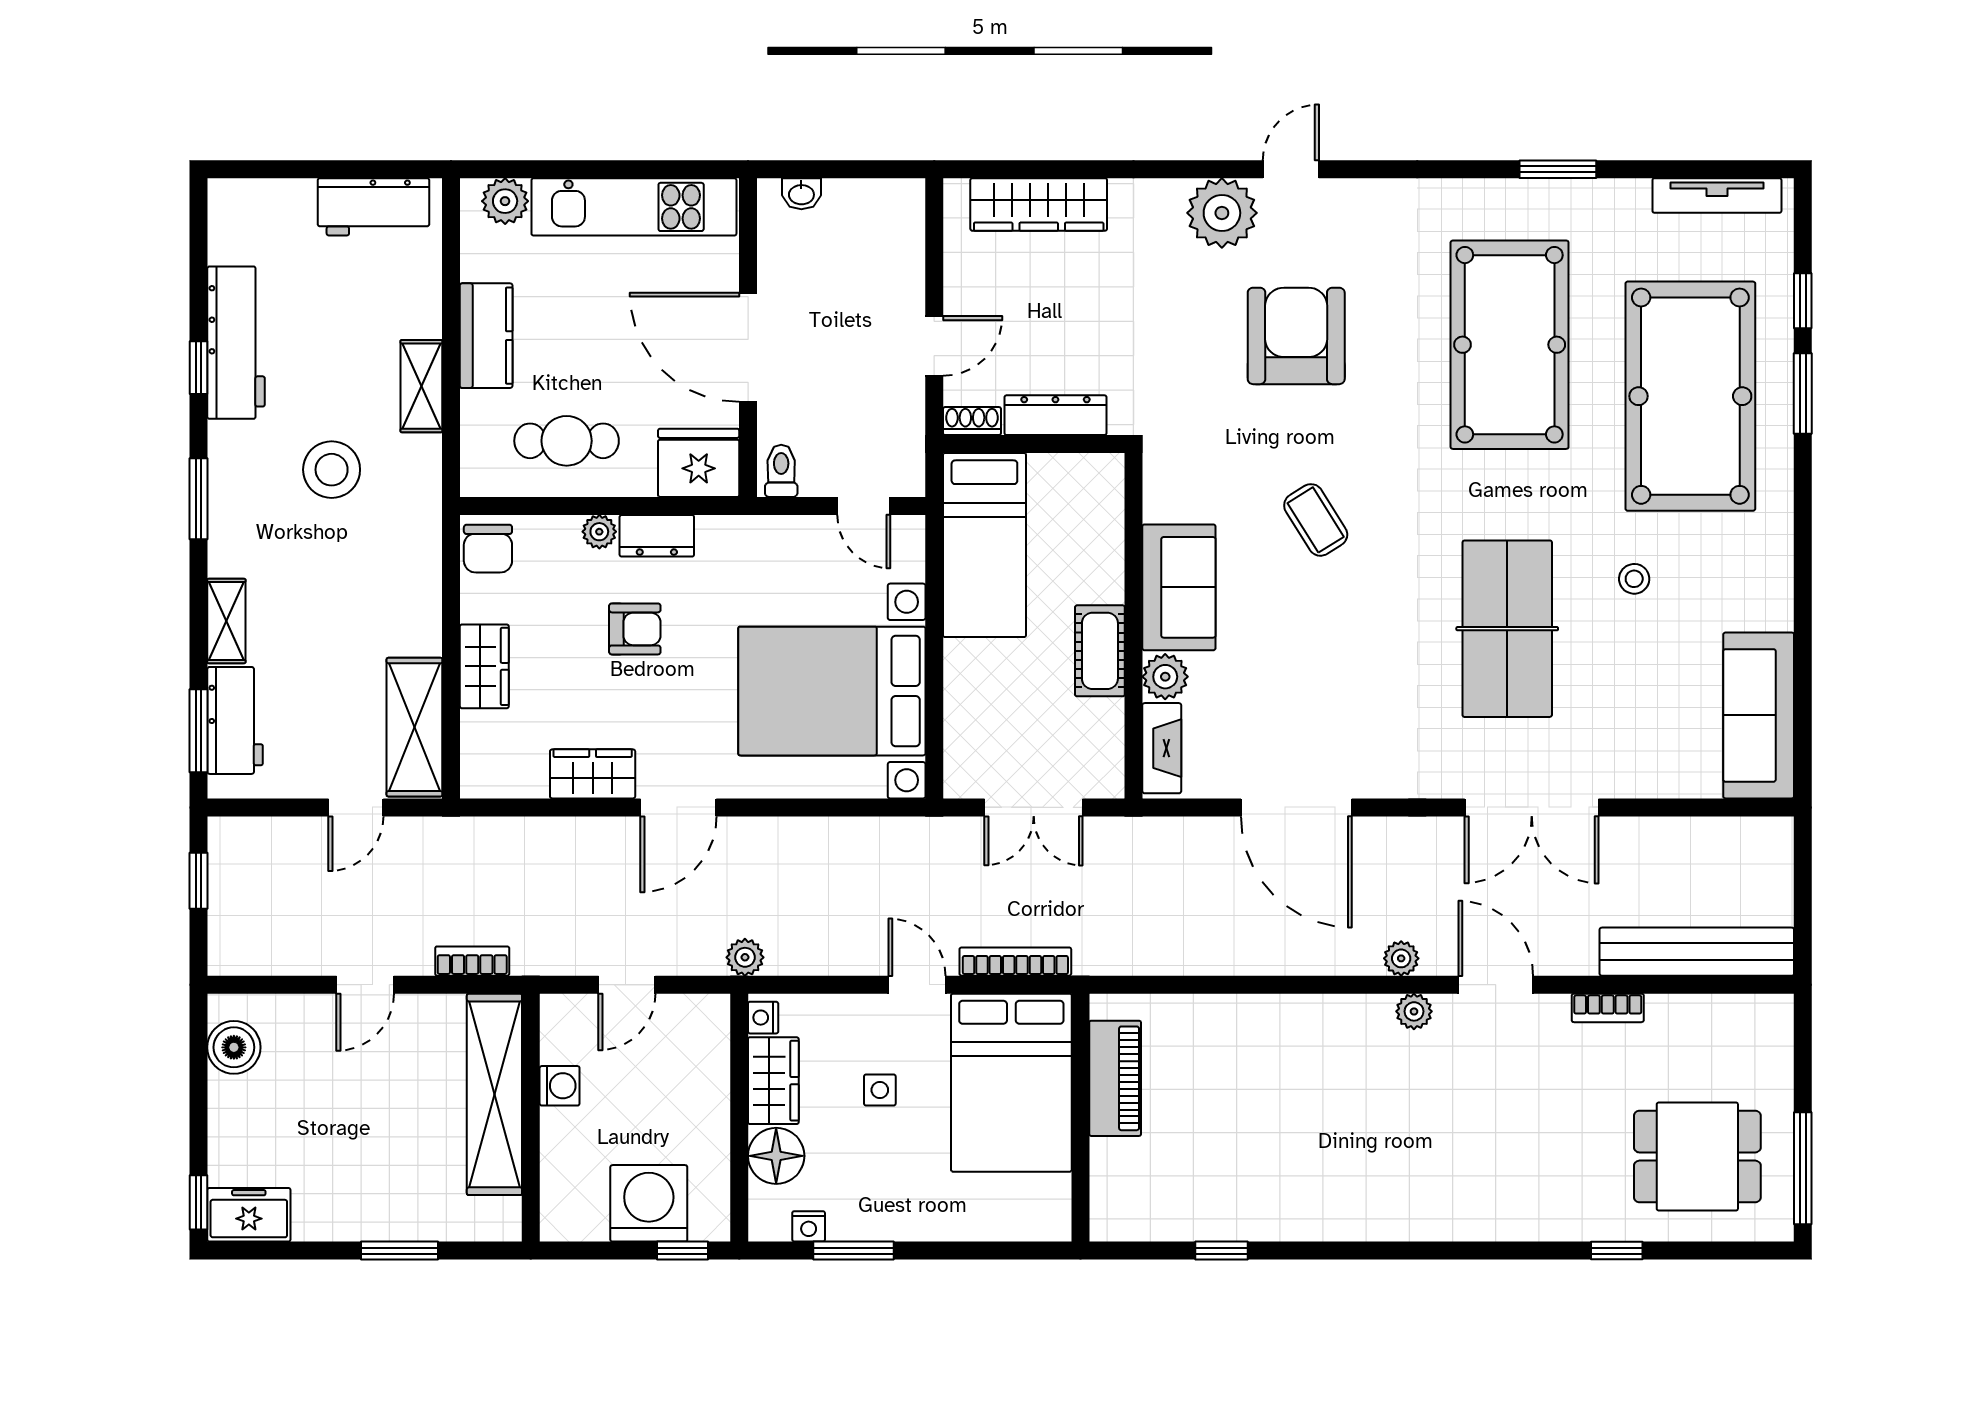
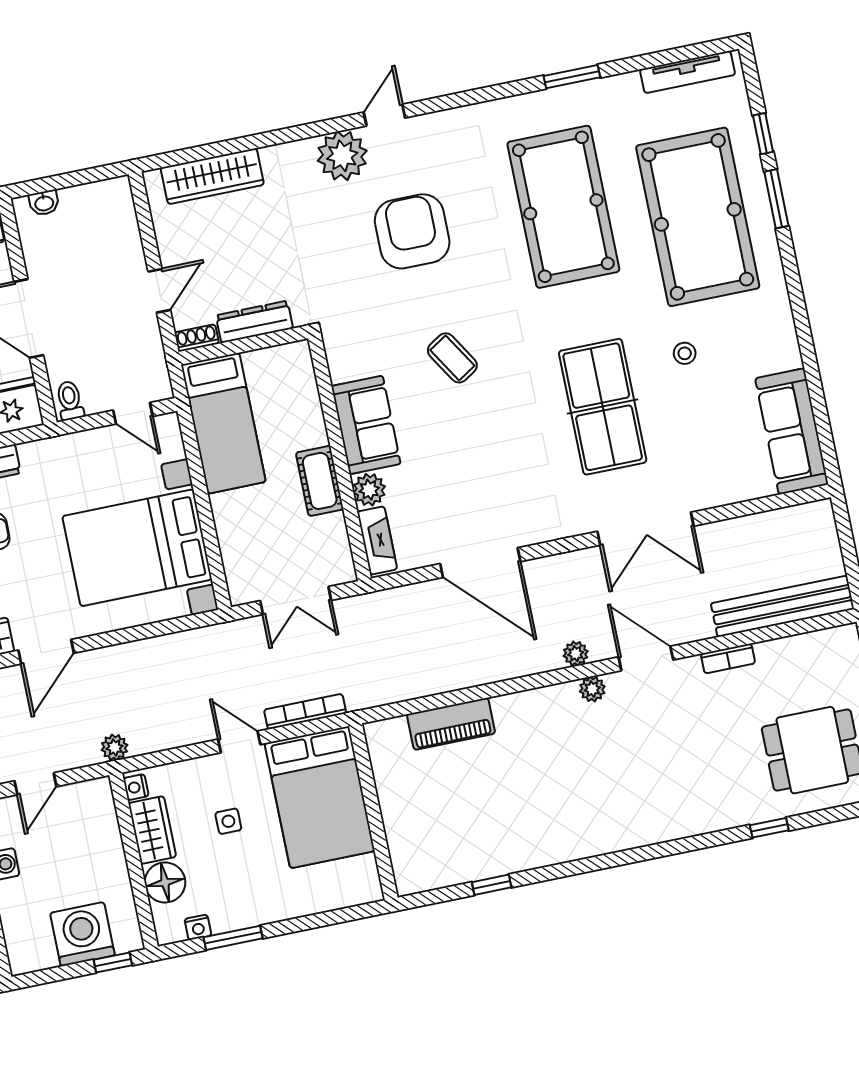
piano: (1115, 1078) -> (451, 724), moved, turned 90

